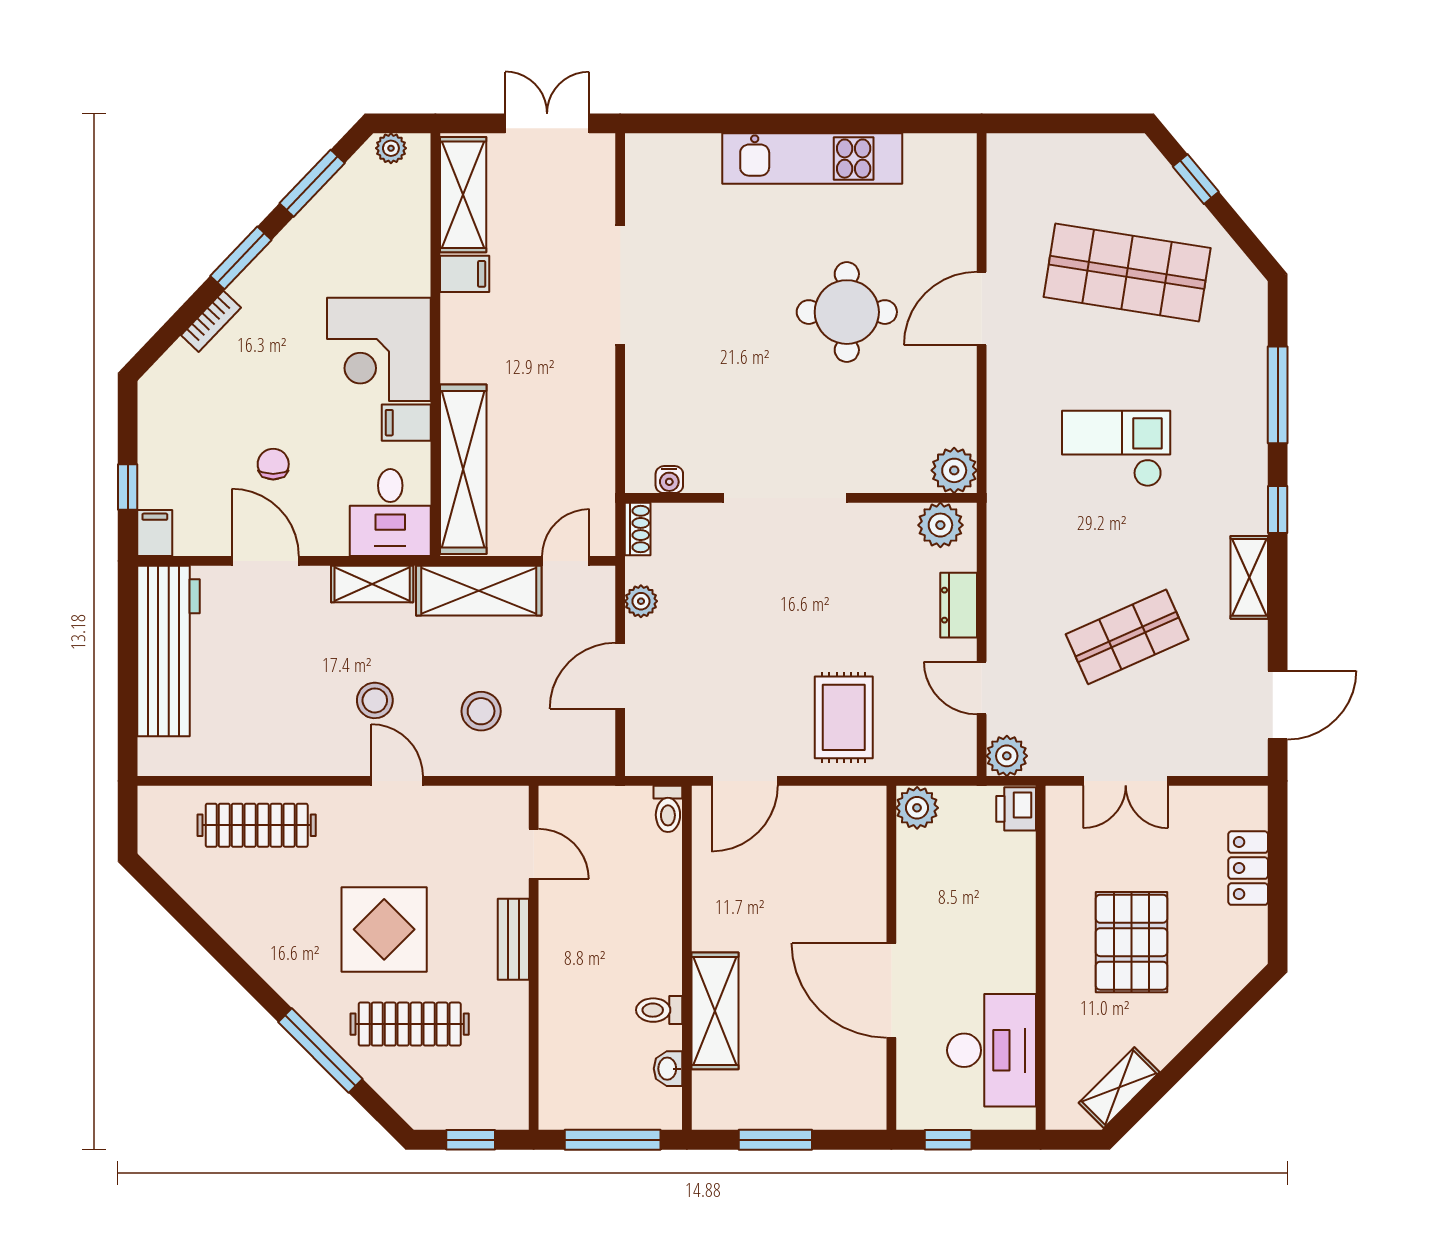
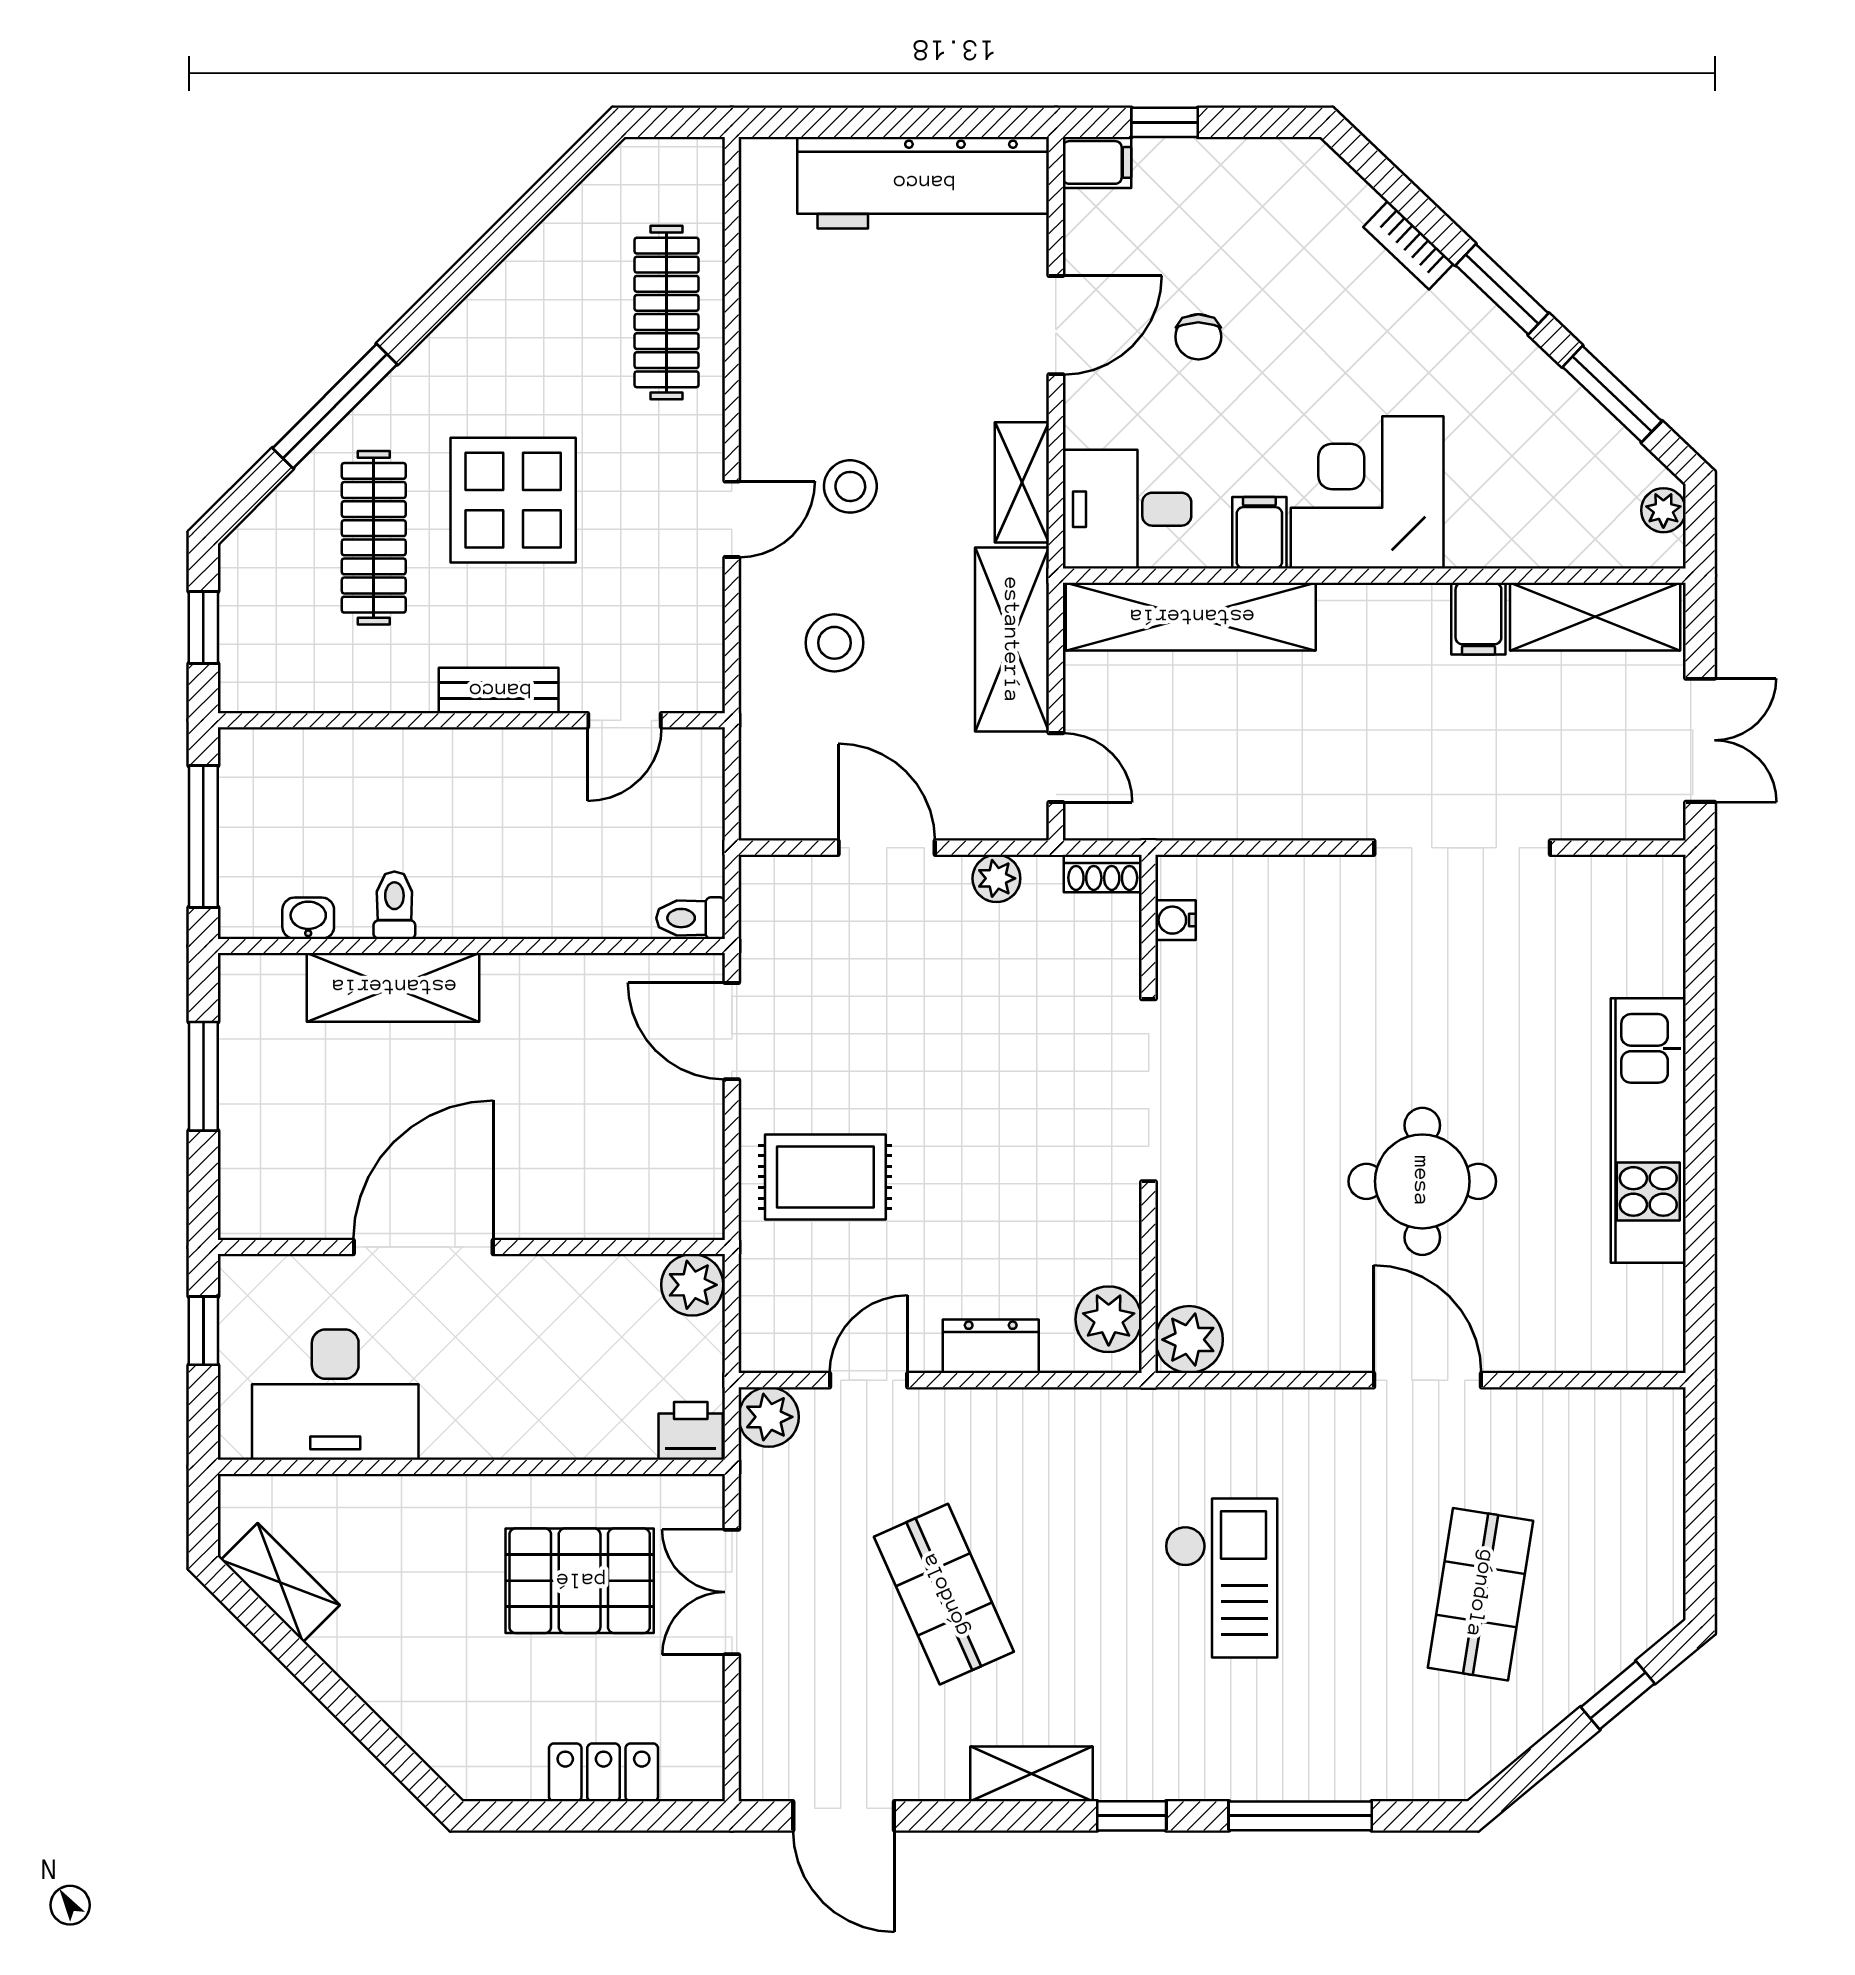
shop shelf: (1127, 272) -> (1481, 1594), width x0.70, depth x0.74
chair: (273, 464) -> (1198, 337), turned 90
pallet: (1131, 942) -> (580, 1581), moved

